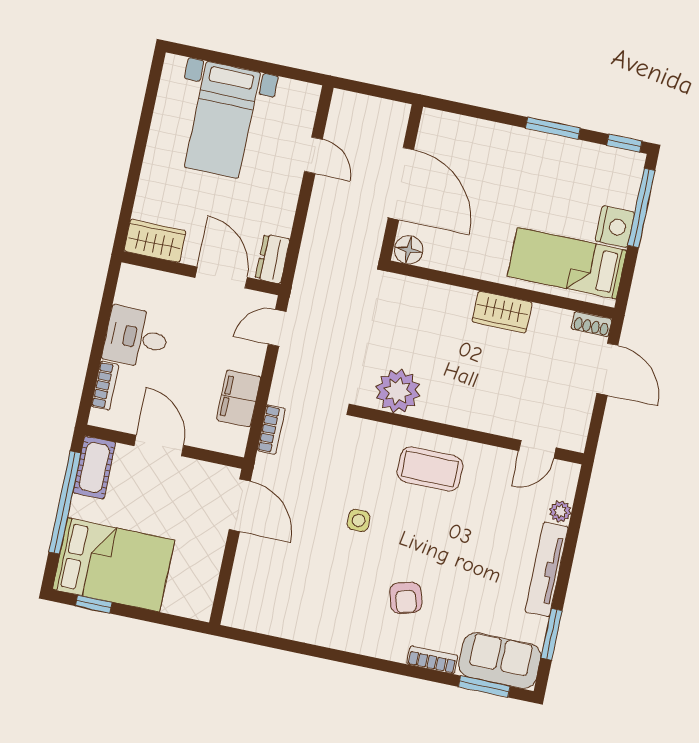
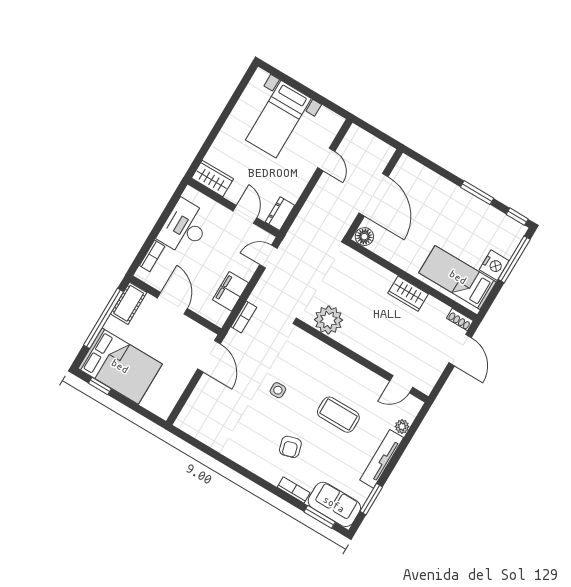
door: (221, 277) -> (245, 214), width x0.73
desk: (136, 337) -> (185, 227), width x1.37
coffee table: (430, 469) -> (338, 415), moved

